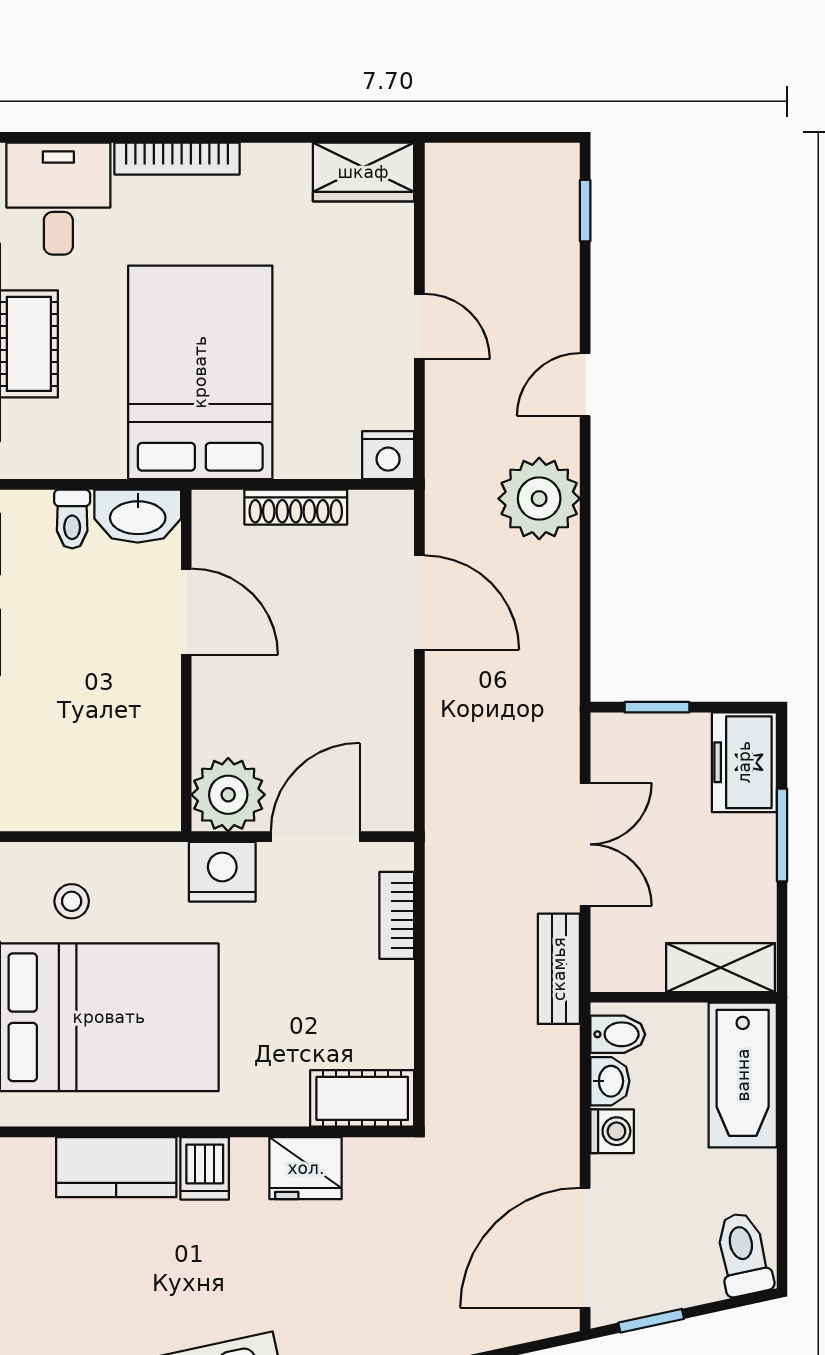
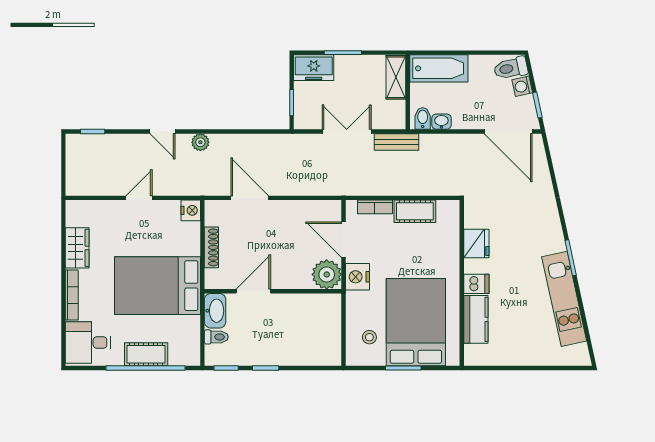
wardrobe: (363, 172) -> (77, 248), moved
plant: (539, 499) -> (200, 142), width x0.53, depth x0.53
door: (419, 603) -> (250, 198), hinge flipped
cot: (362, 1098) -> (415, 211), moved, turned 90
washing machine: (612, 1131) -> (522, 86), moved, turned -102

